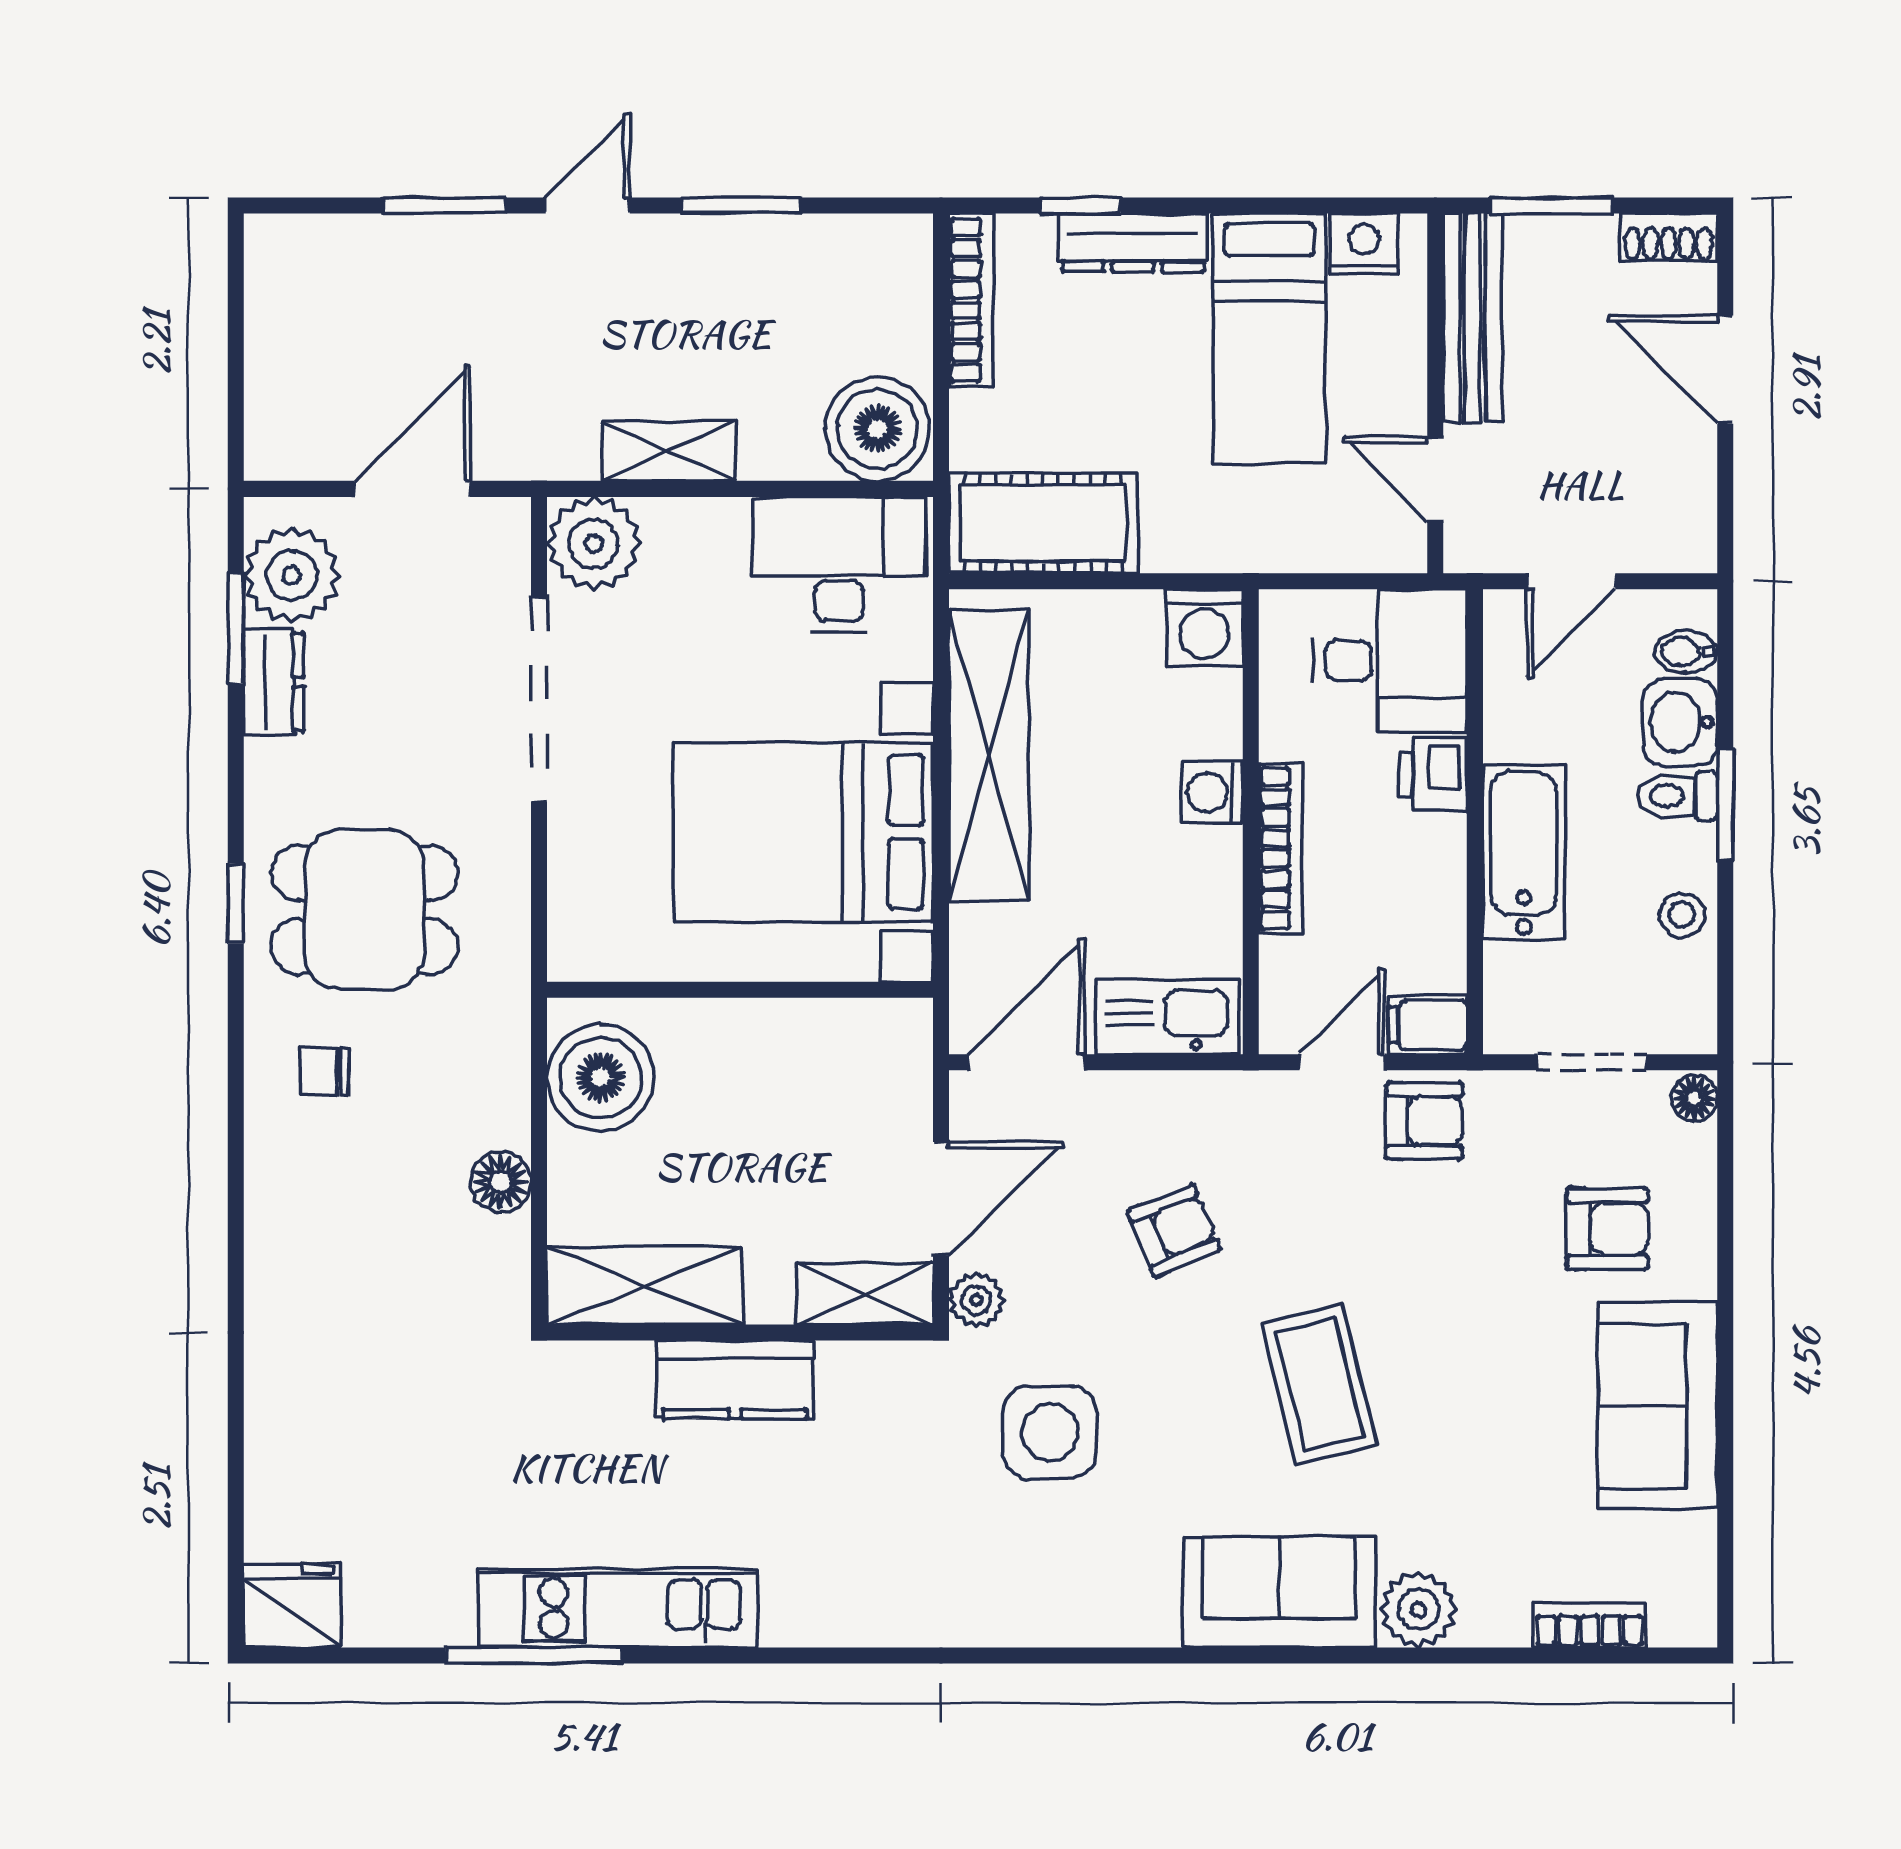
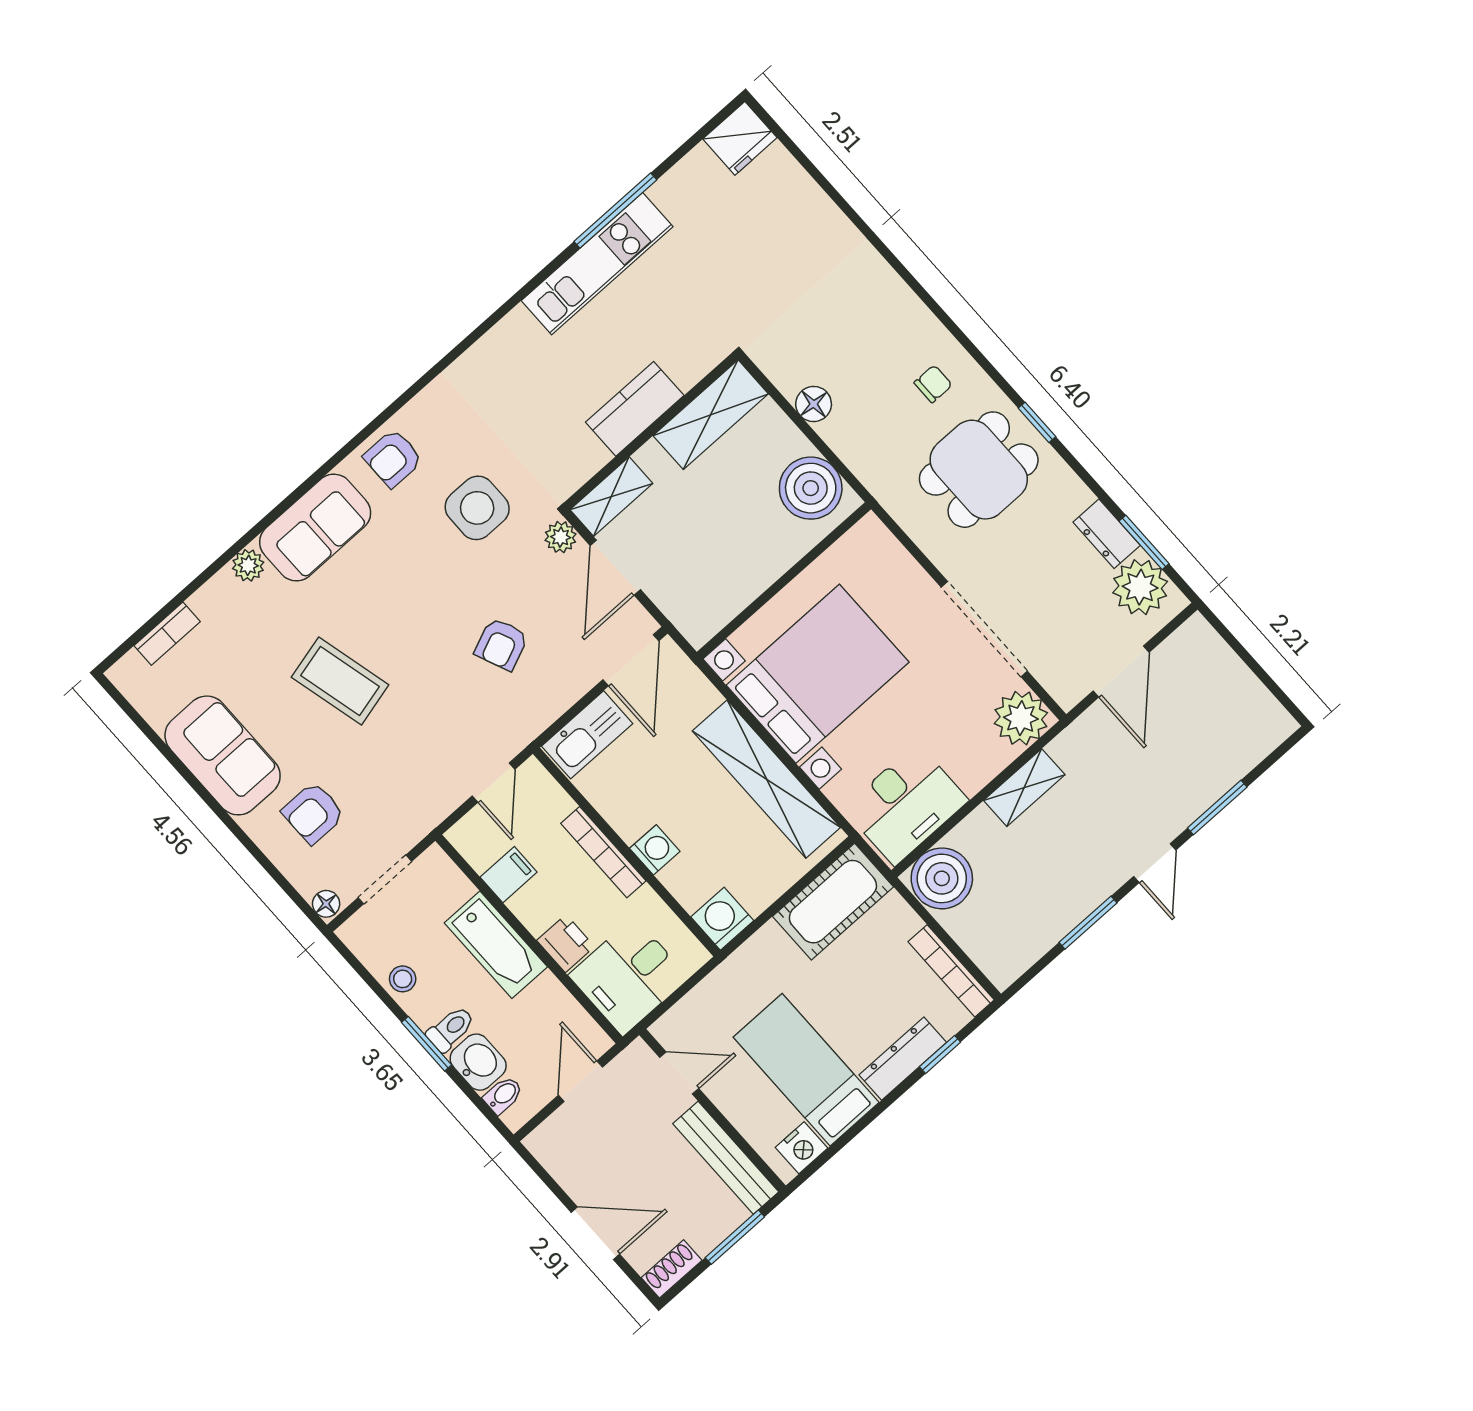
filing cabinet: (1428, 1025) -> (509, 875), moved
armchair: (1424, 1121) -> (393, 458), moved
coffee table: (1319, 1384) -> (340, 681), moved
plant: (1419, 1610) -> (248, 565), width x0.73, depth x0.73

